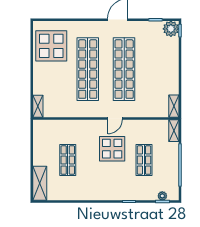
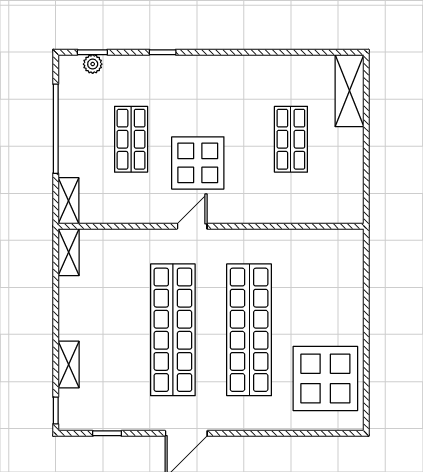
plant: (171, 29) -> (75, 414), removed
shelving: (38, 106) -> (69, 365), moved

